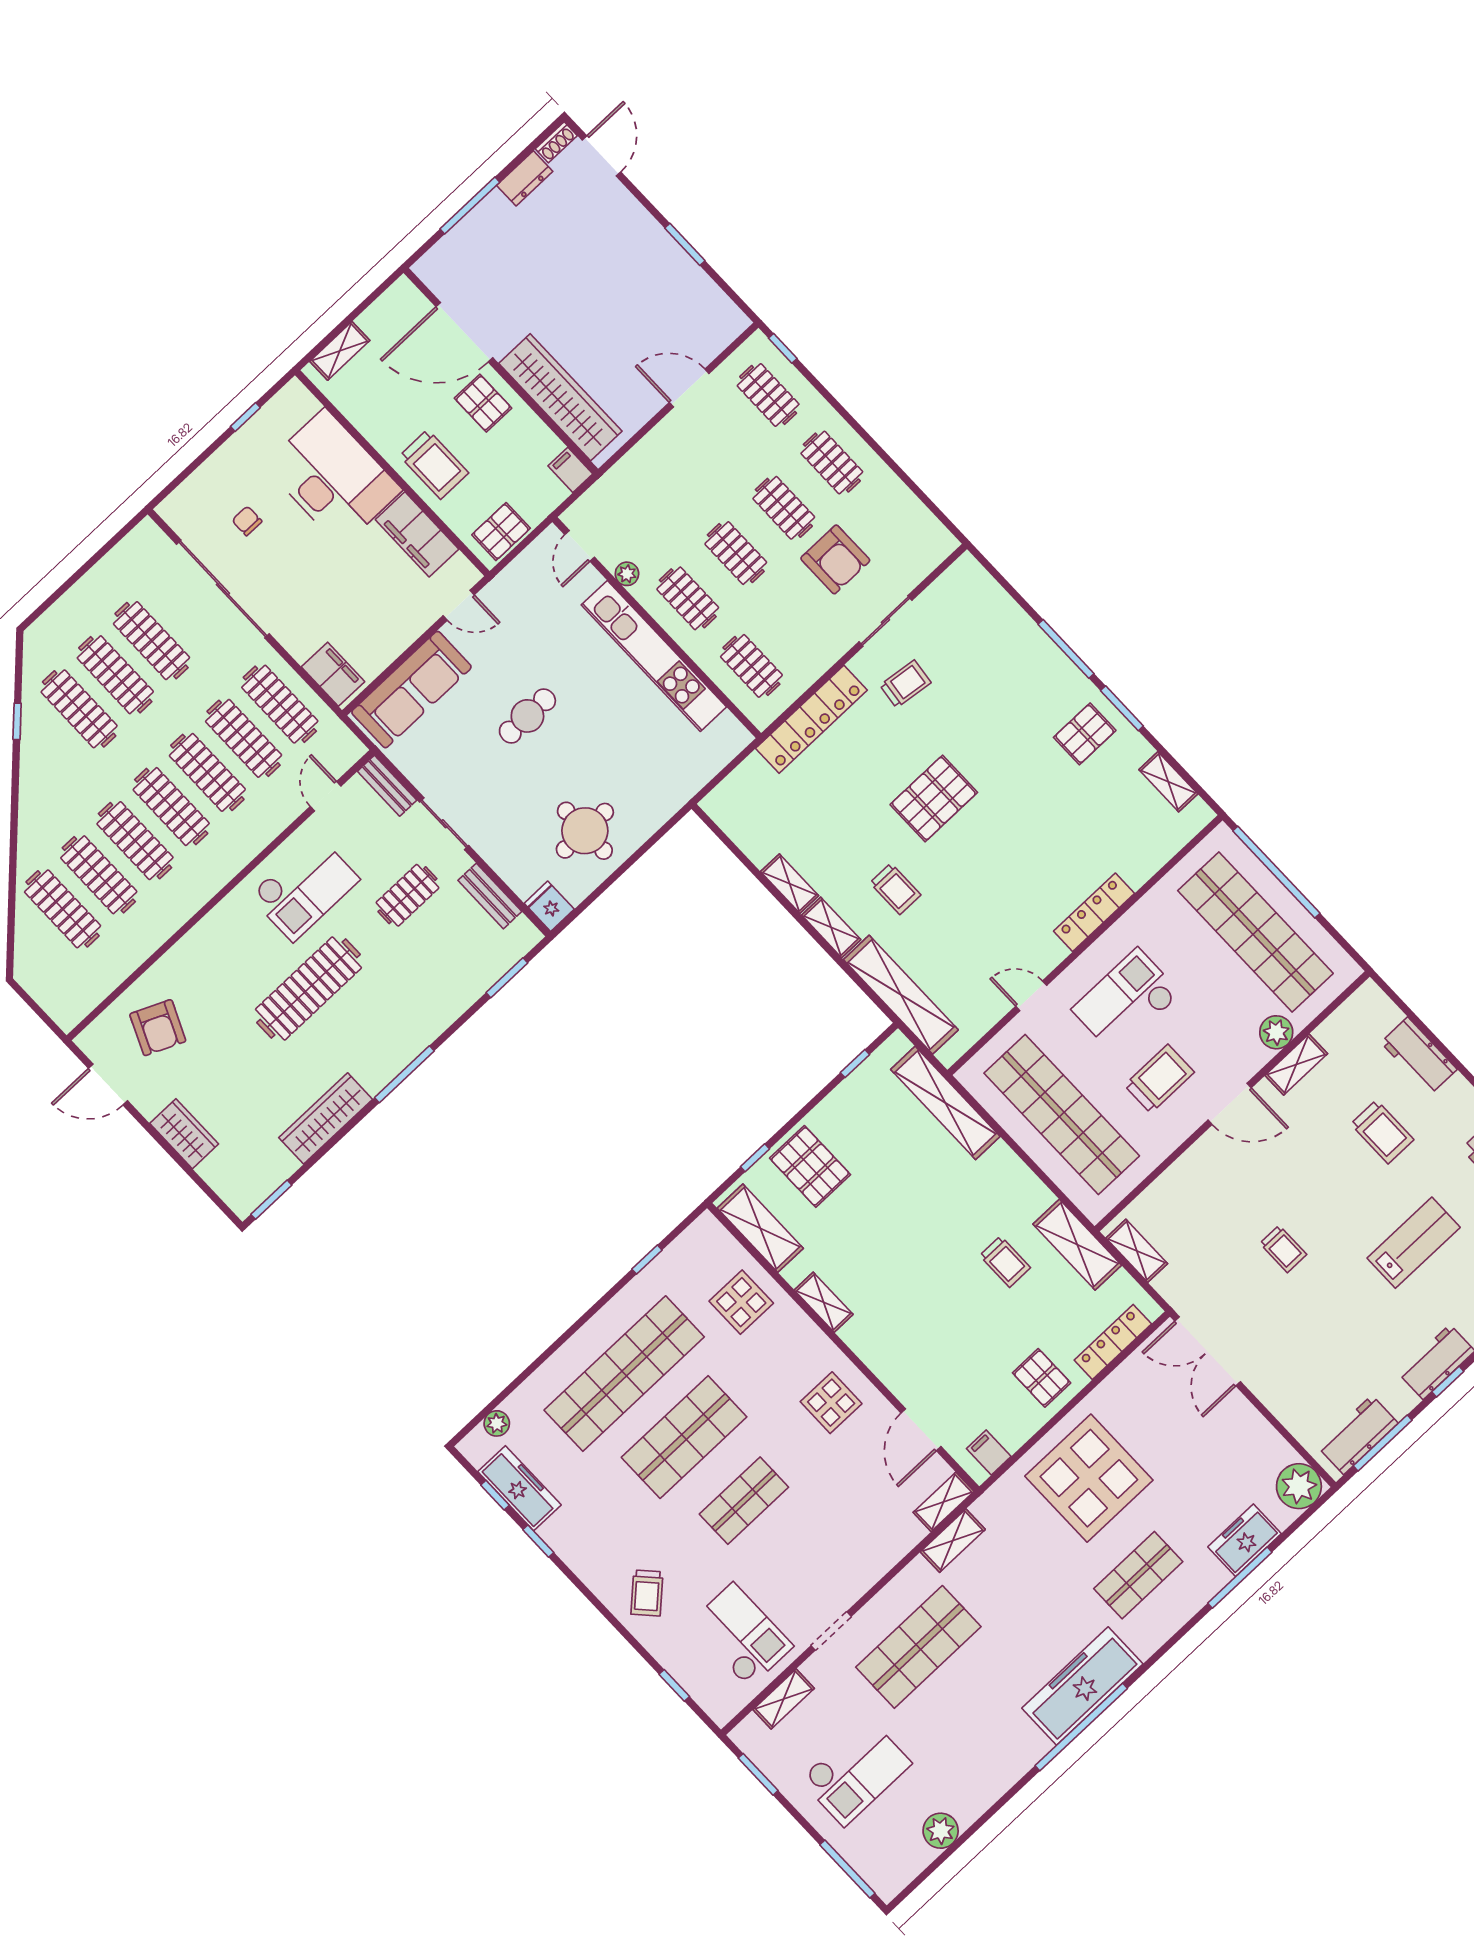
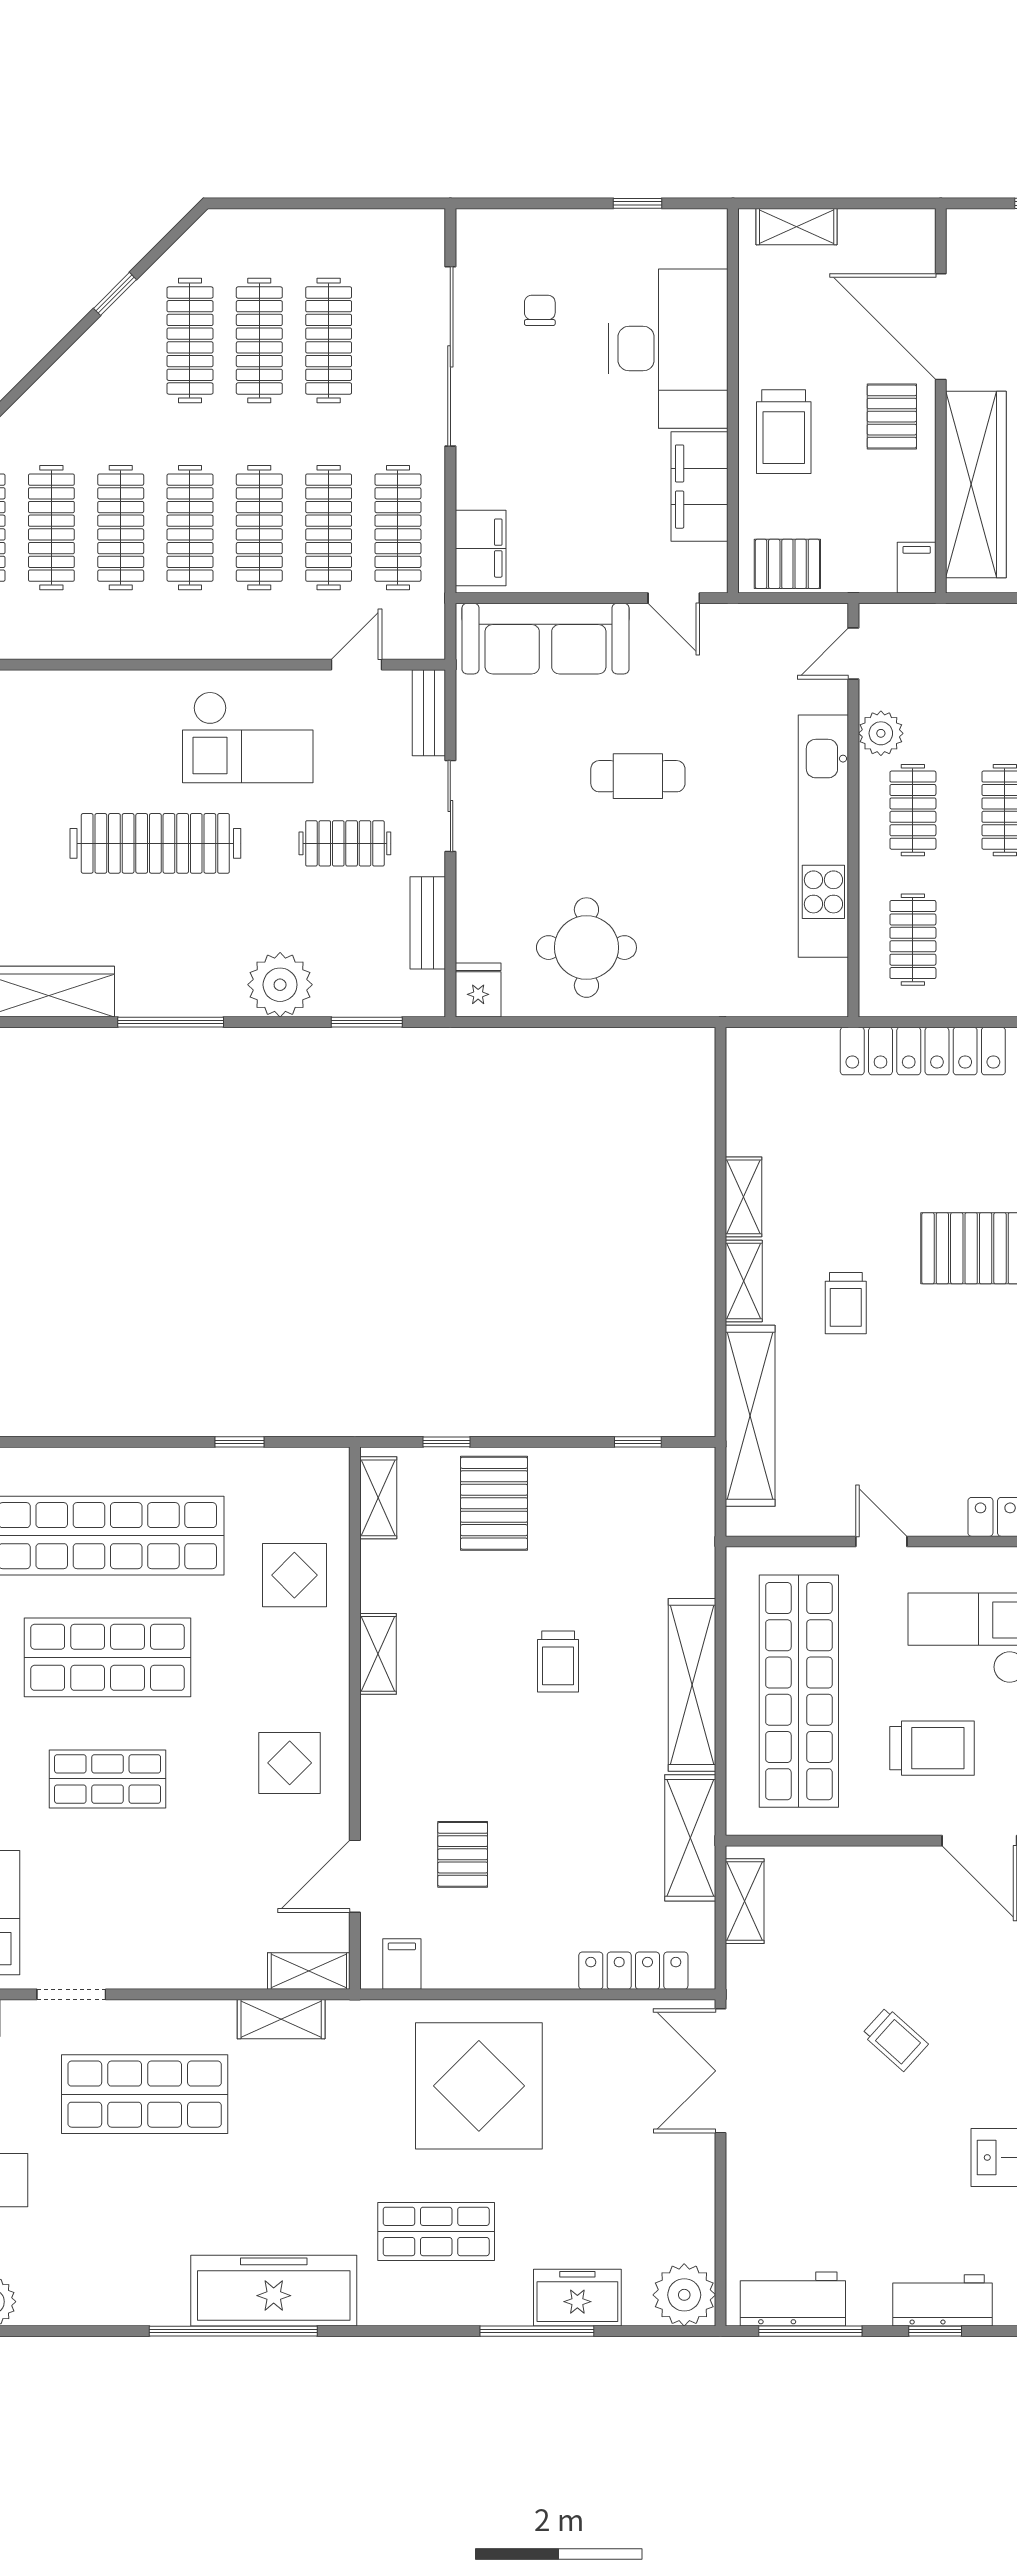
plant: (627, 574) -> (881, 733), width x1.38, depth x1.38
plant: (443, 1001) -> (280, 985), added
shelving: (945, 1103) -> (692, 1685), moved
shelving: (760, 1228) -> (378, 1498), width x0.67, depth x0.75
trolley: (1283, 1249) -> (895, 2039), turned -48
trolley: (1005, 1262) -> (558, 1661), moved
pallet: (1042, 1378) -> (463, 1854), moved

